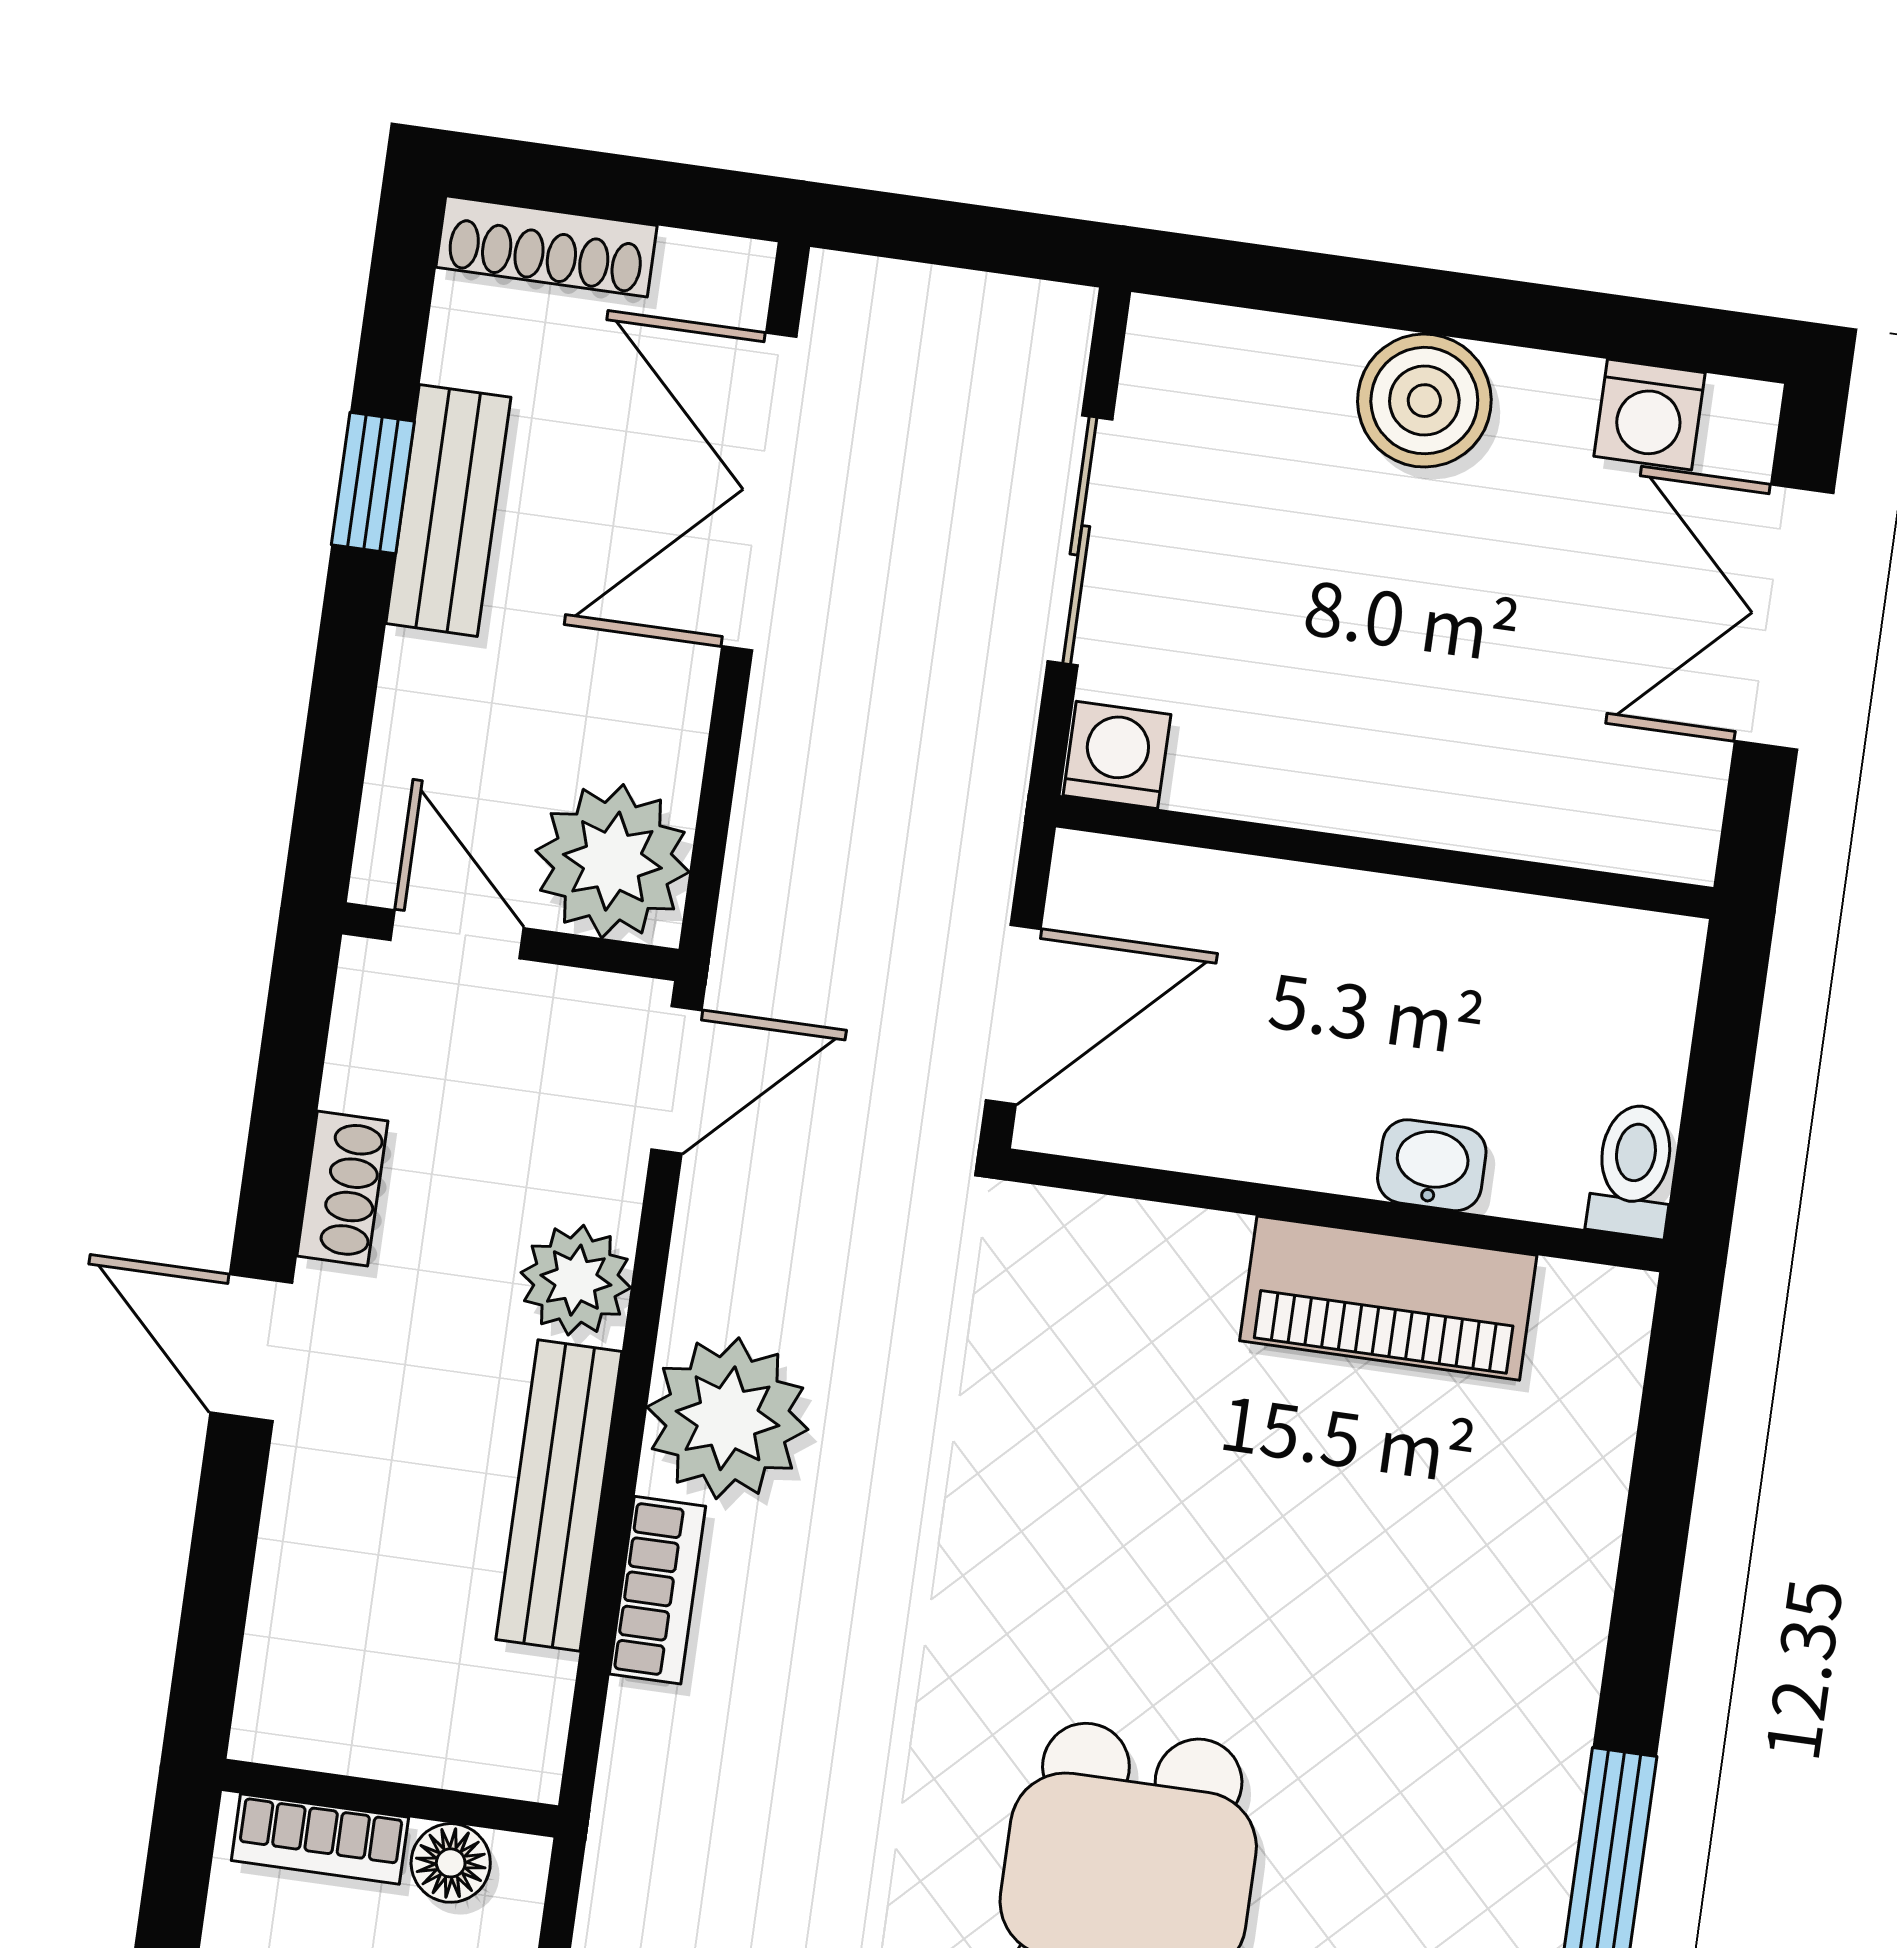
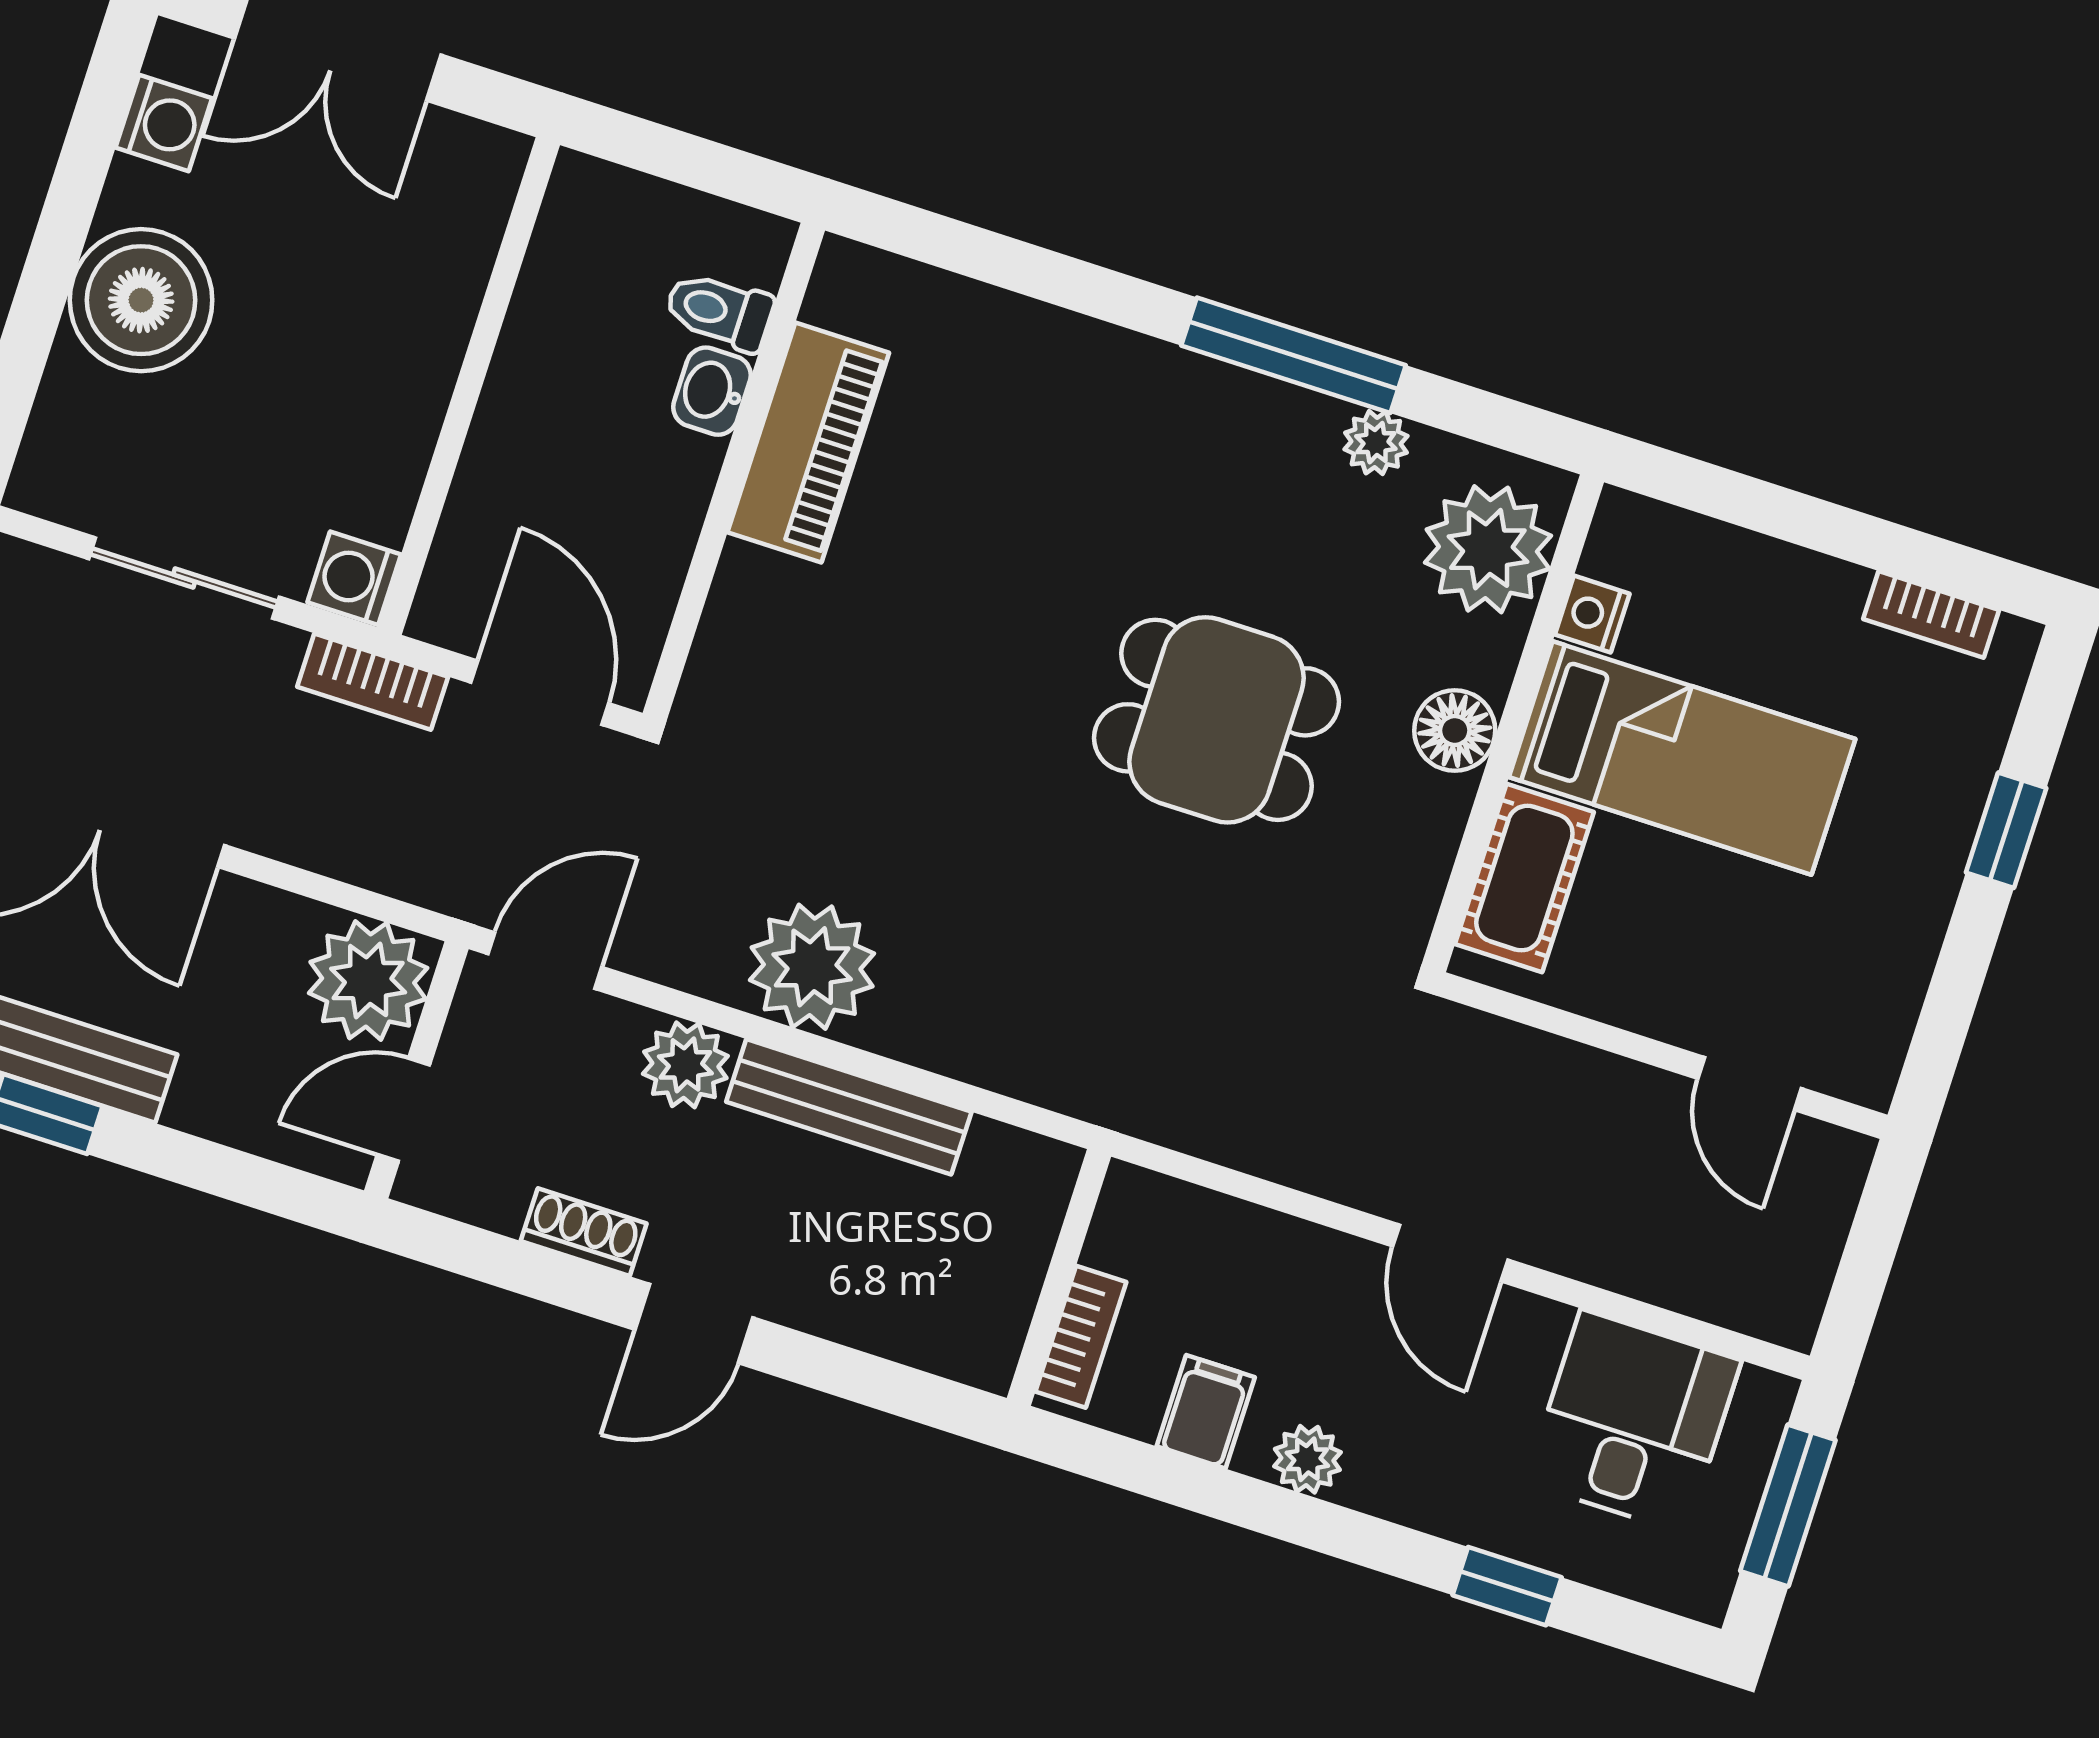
boiler: (1424, 401) -> (141, 300), width x1.37, depth x1.37
door: (677, 1080) -> (545, 961), hinge flipped
toilet: (1633, 1170) -> (719, 311), moved
bookcase: (658, 1590) -> (373, 682), moved, turned 180
floor lamp: (451, 1863) -> (1117, 1239), removed

